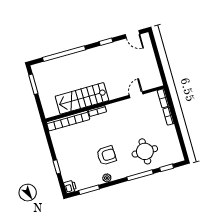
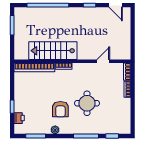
round table: (145, 151) -> (87, 103), moved
armchair: (106, 155) -> (60, 109), turned 92
printer: (70, 187) -> (19, 118), moved

